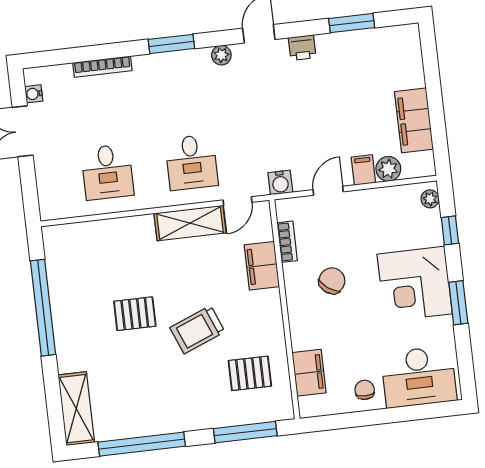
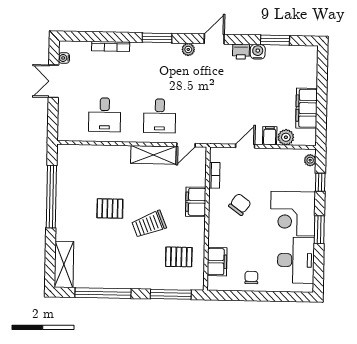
water cooler: (280, 183) -> (258, 52), moved, turned 180
filing cabinet: (262, 266) -> (196, 202), moved
desk: (419, 377) -> (296, 260), moved, turned -90

